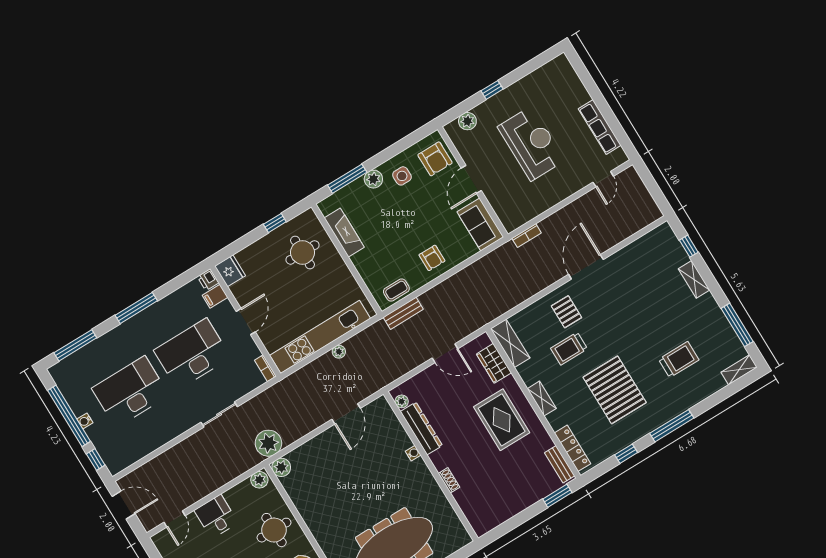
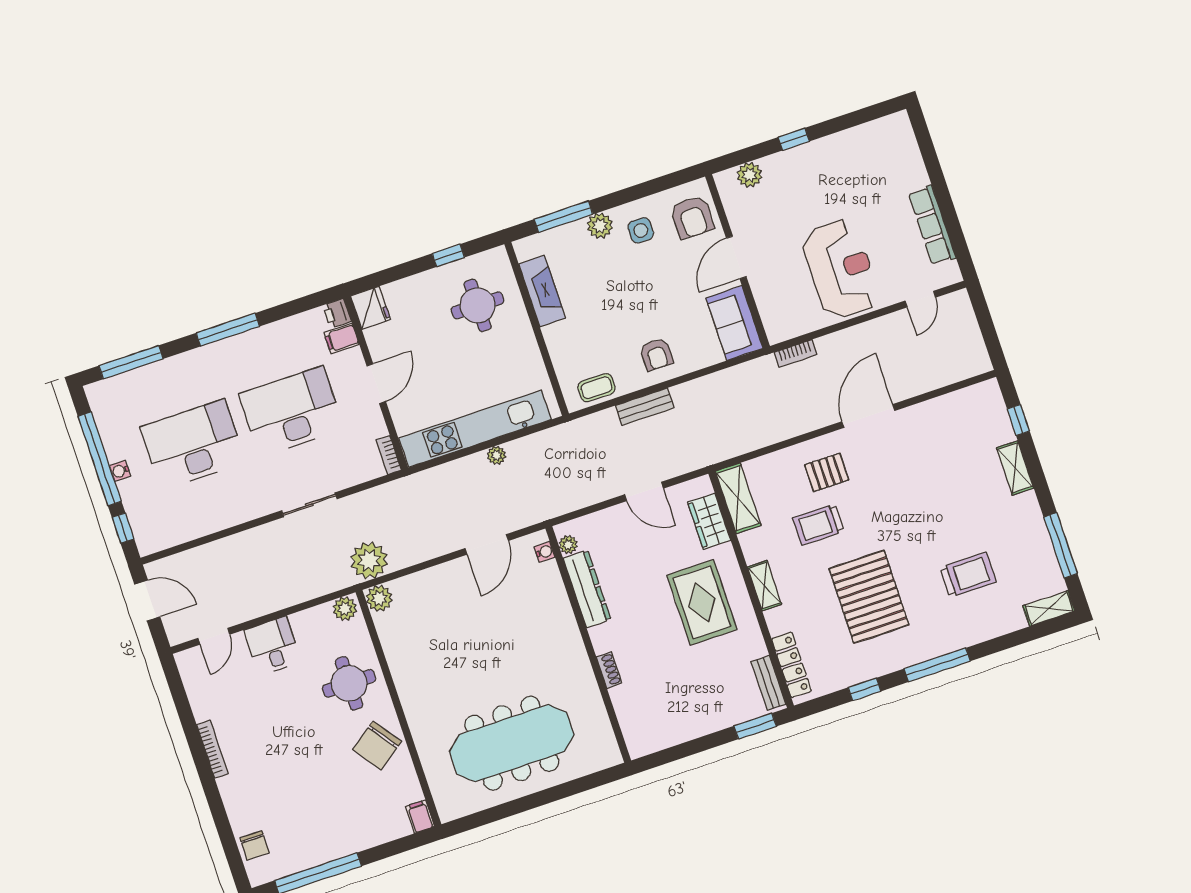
reception desk: (531, 144) -> (841, 269), moved
pallet: (566, 312) -> (827, 472), turned 90
bench: (403, 313) -> (645, 407), moved
water cooler: (413, 453) -> (545, 552), moved

